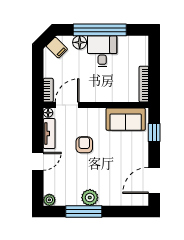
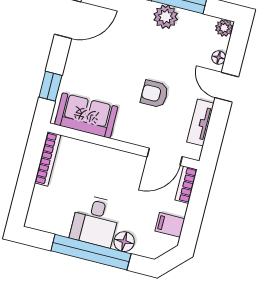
filing cabinet: (57, 48) -> (170, 225), moved, turned -45
floor lamp: (48, 113) -> (219, 57), moved
armchair: (84, 145) -> (154, 94), turned 90
door: (38, 161) -> (227, 87), hinge flipped

